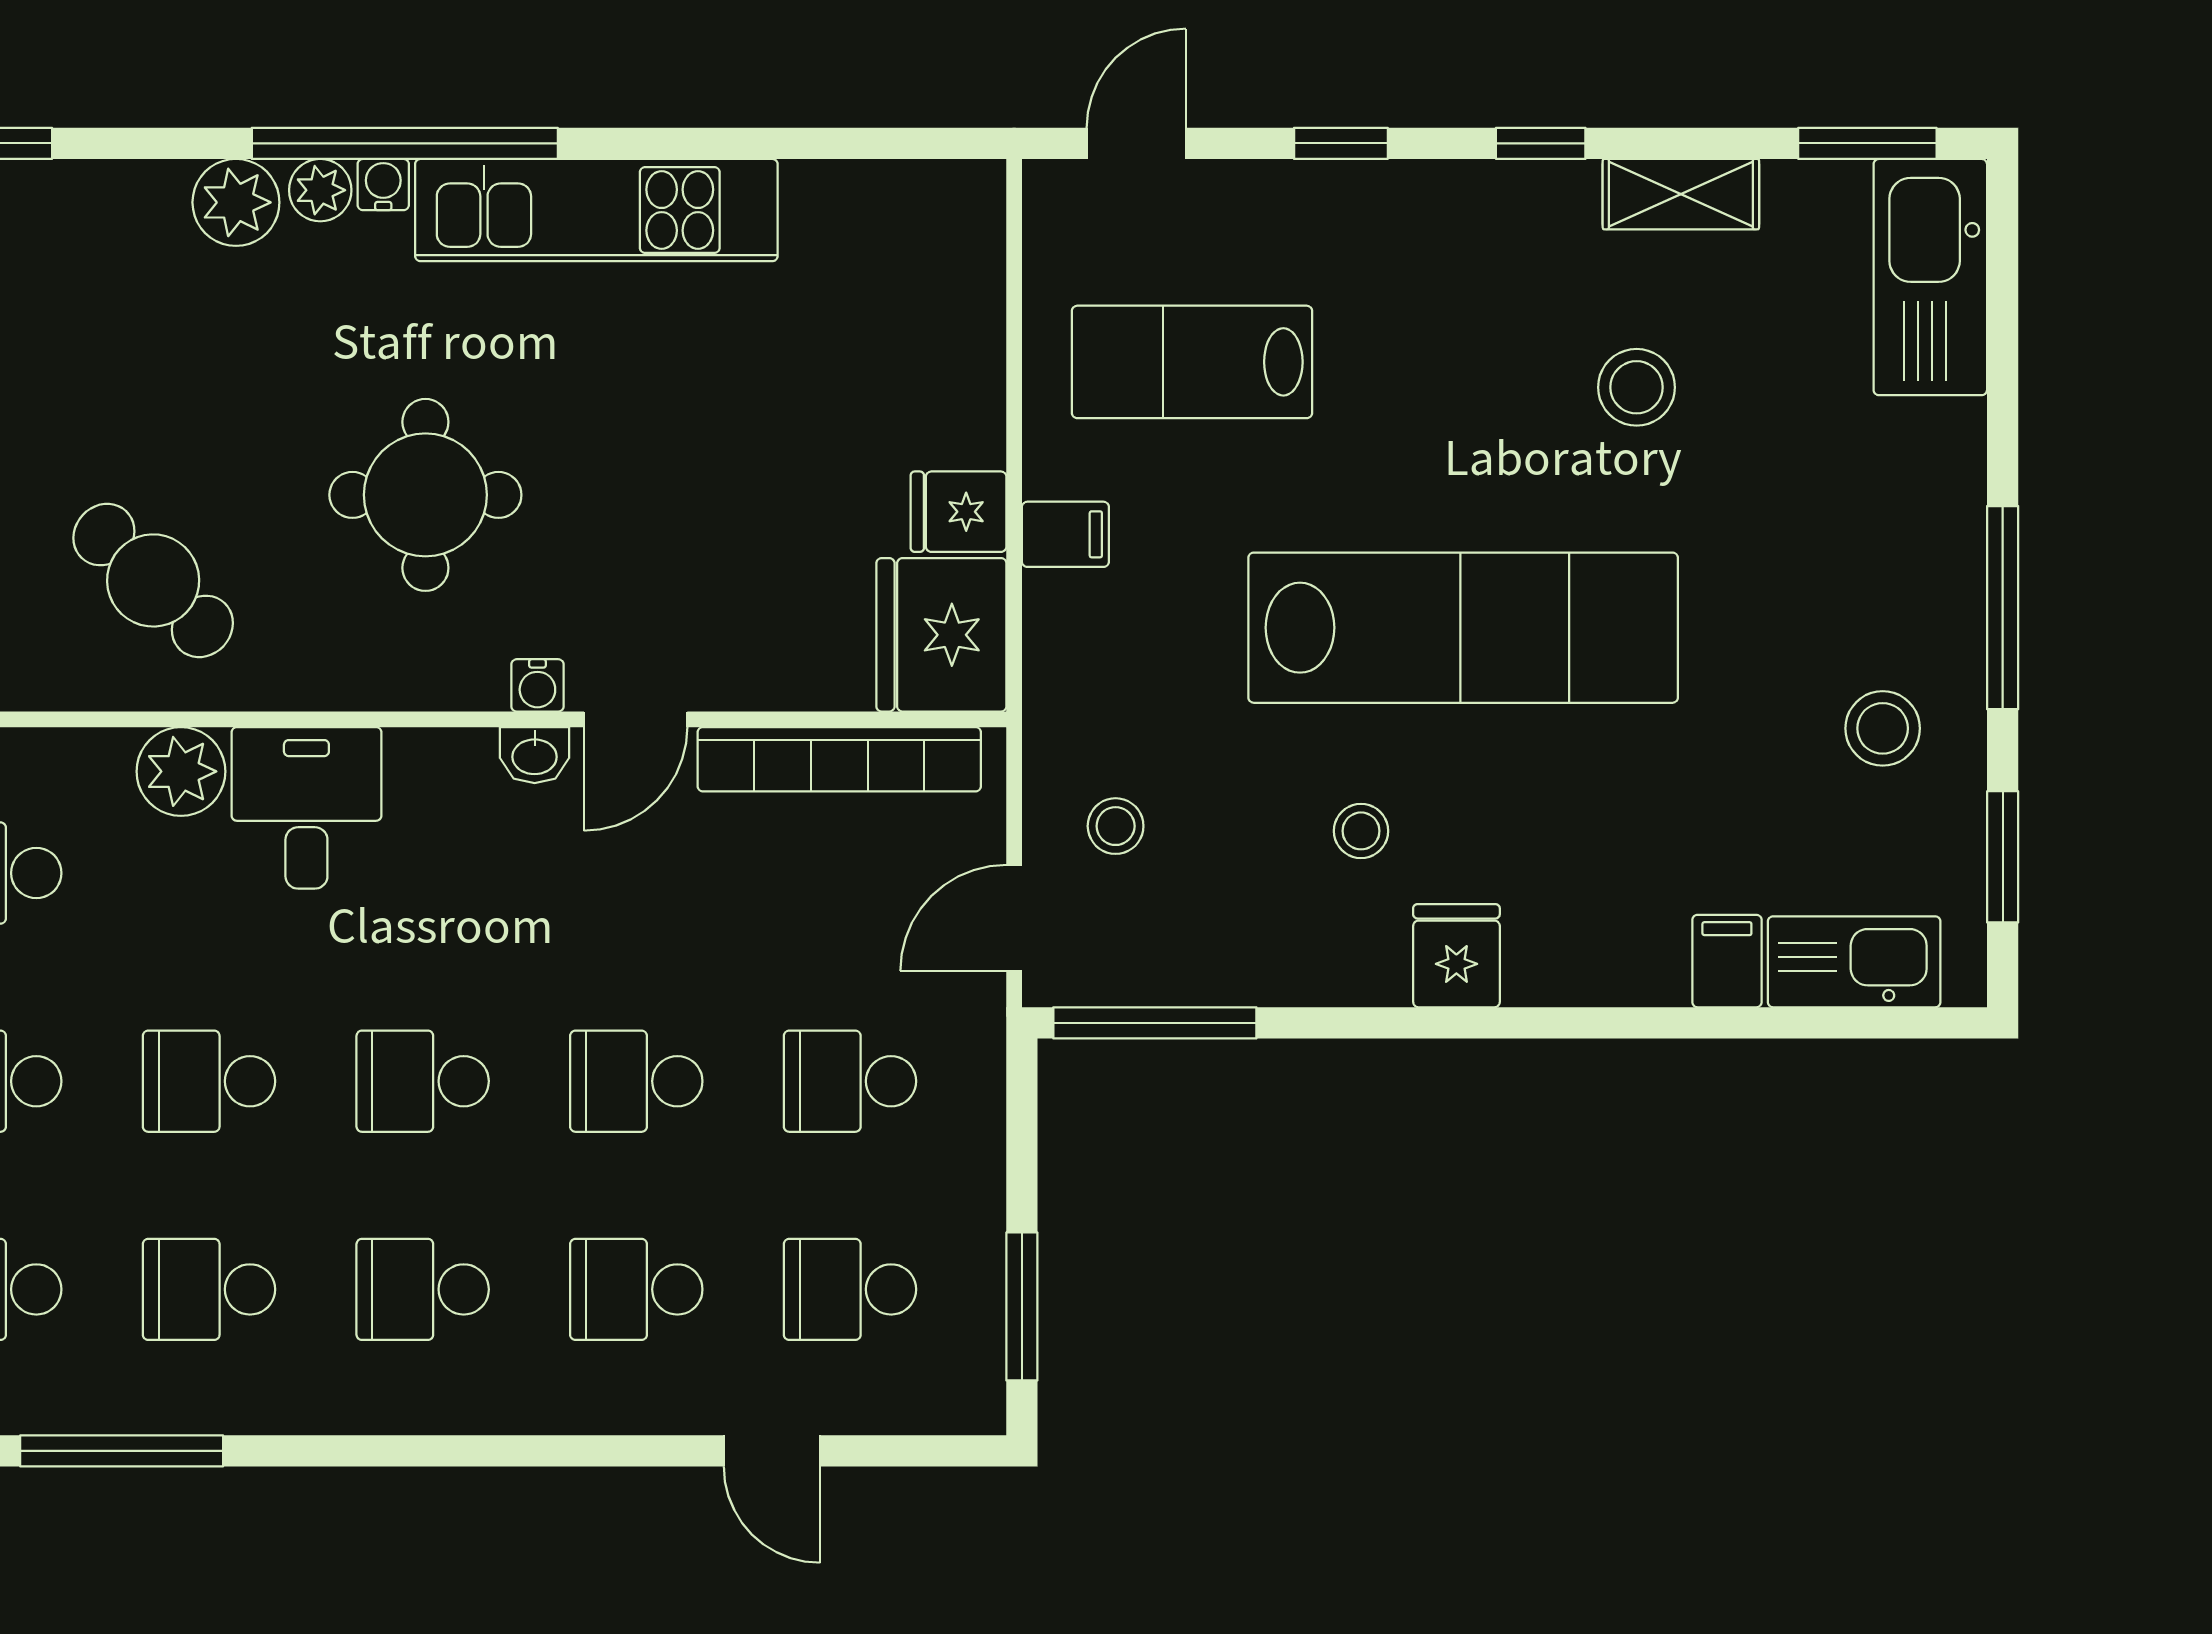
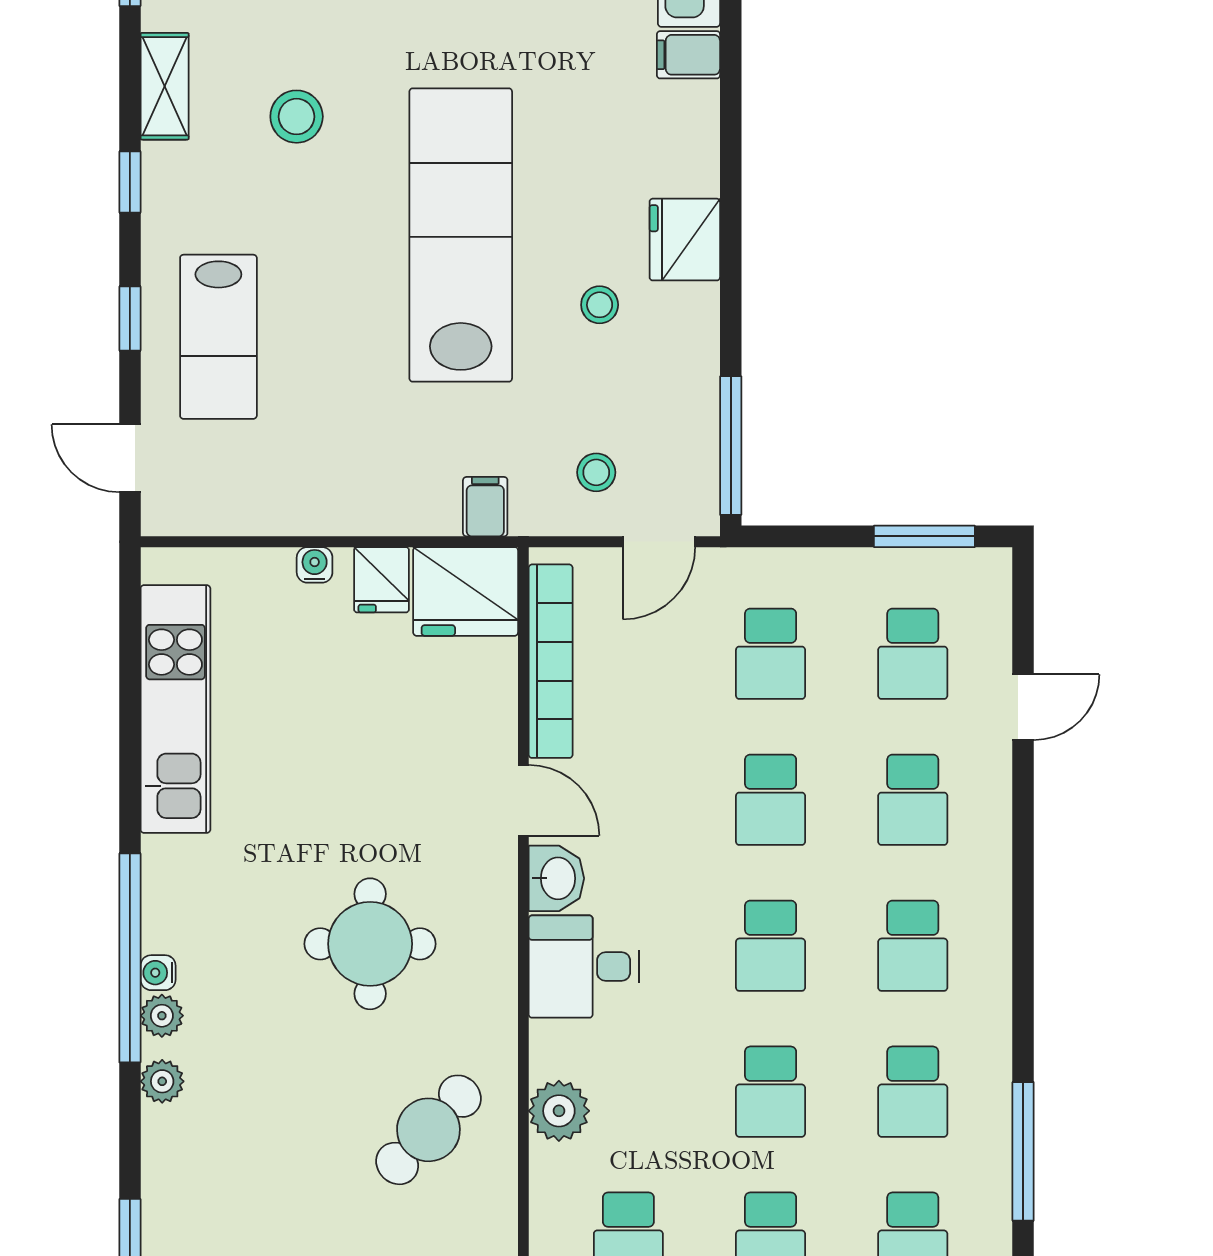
plant: (236, 202) -> (162, 1081), width x0.73, depth x0.73
kitchen unit: (596, 210) -> (175, 709), moved
lab bench: (1192, 362) -> (218, 337), moved
filing cabinet: (1065, 534) -> (485, 507), moved
water cooler: (537, 685) -> (315, 565), moved, turned -90
washbasin: (535, 755) -> (556, 878), width x1.38, depth x1.45
desk: (306, 808) -> (584, 967), moved
door: (1014, 918) -> (659, 542), hinge flipped
fridge: (1456, 956) -> (685, 240), width x1.38

